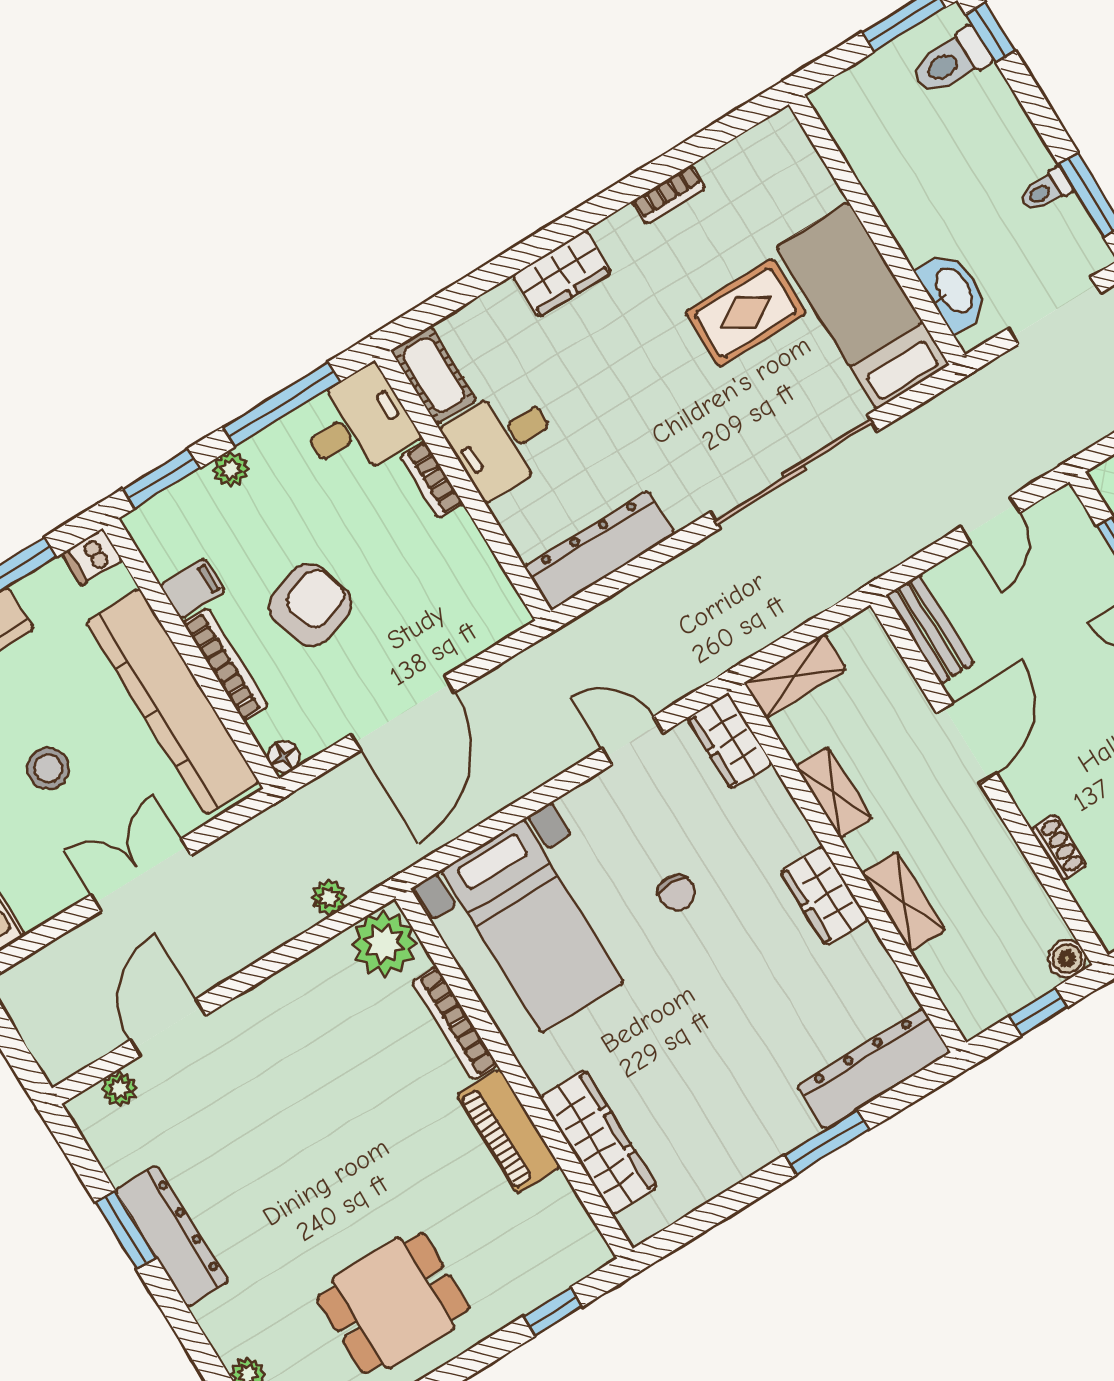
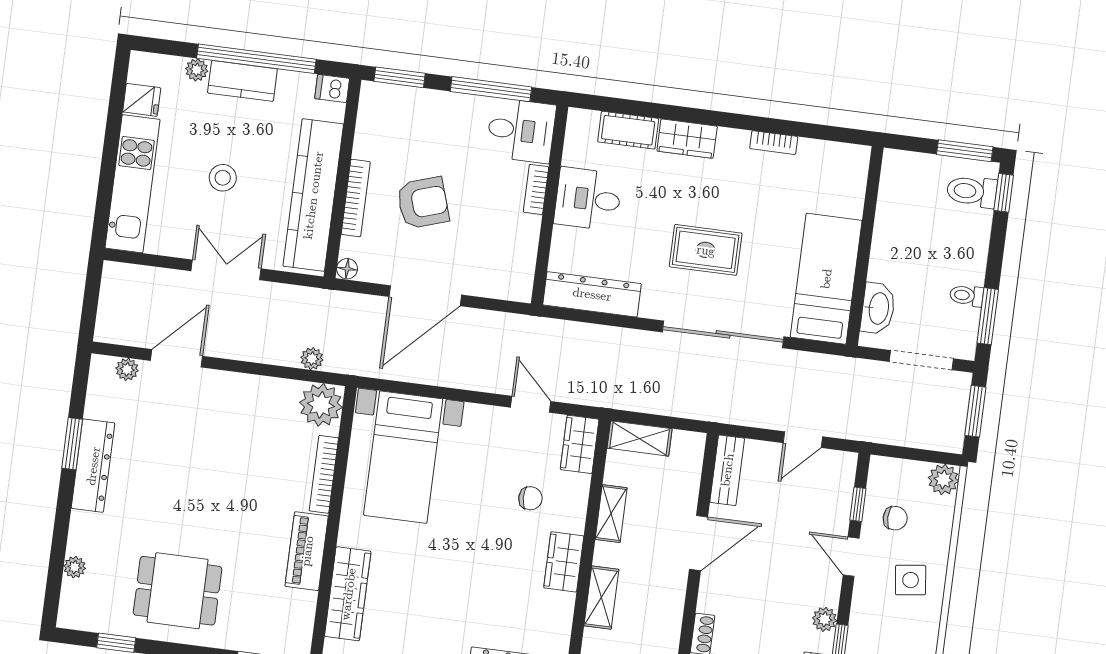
rug: (746, 313) -> (706, 250), moved
cot: (434, 375) -> (628, 130), moved, turned 90
plant: (231, 469) -> (439, 101), removed
filing cabinet: (193, 589) -> (370, 146), removed
chair: (677, 892) -> (530, 498), moved, turned -92

